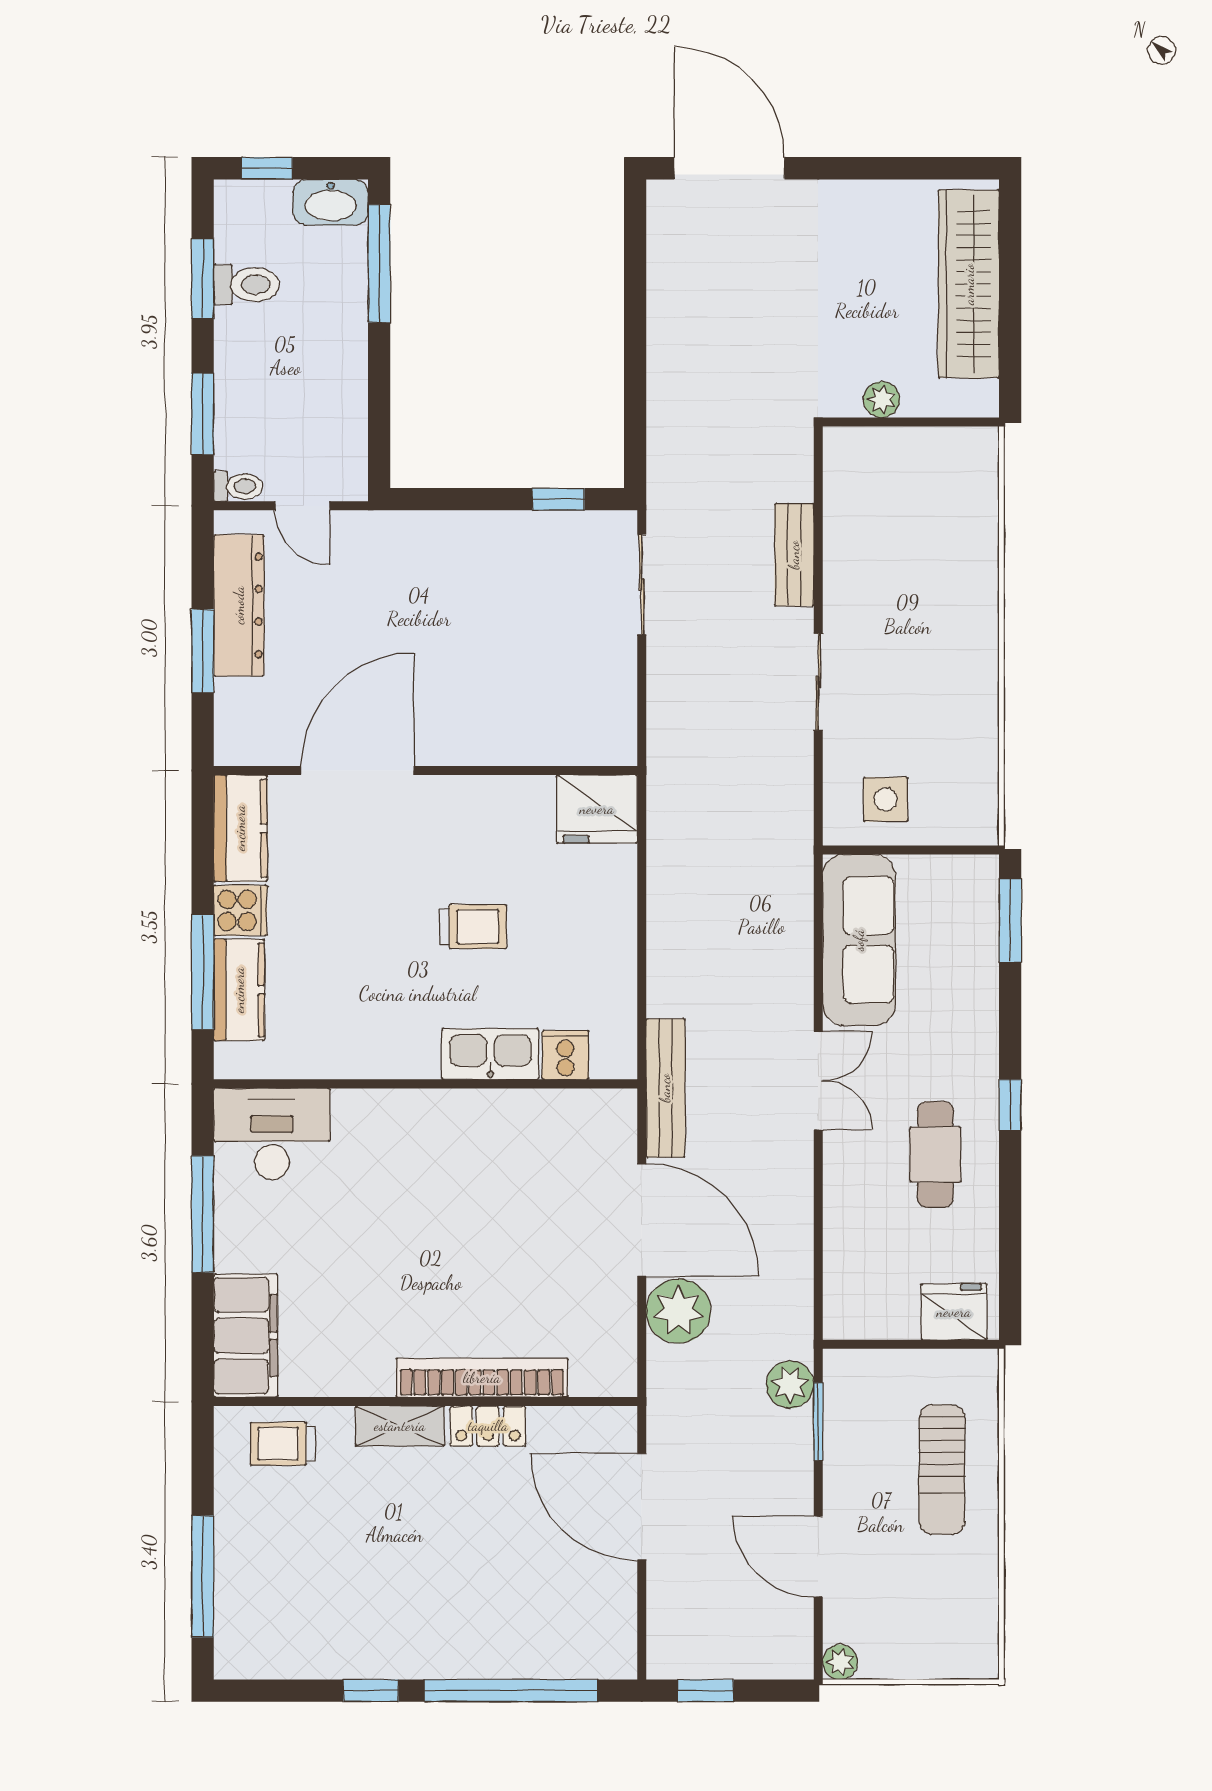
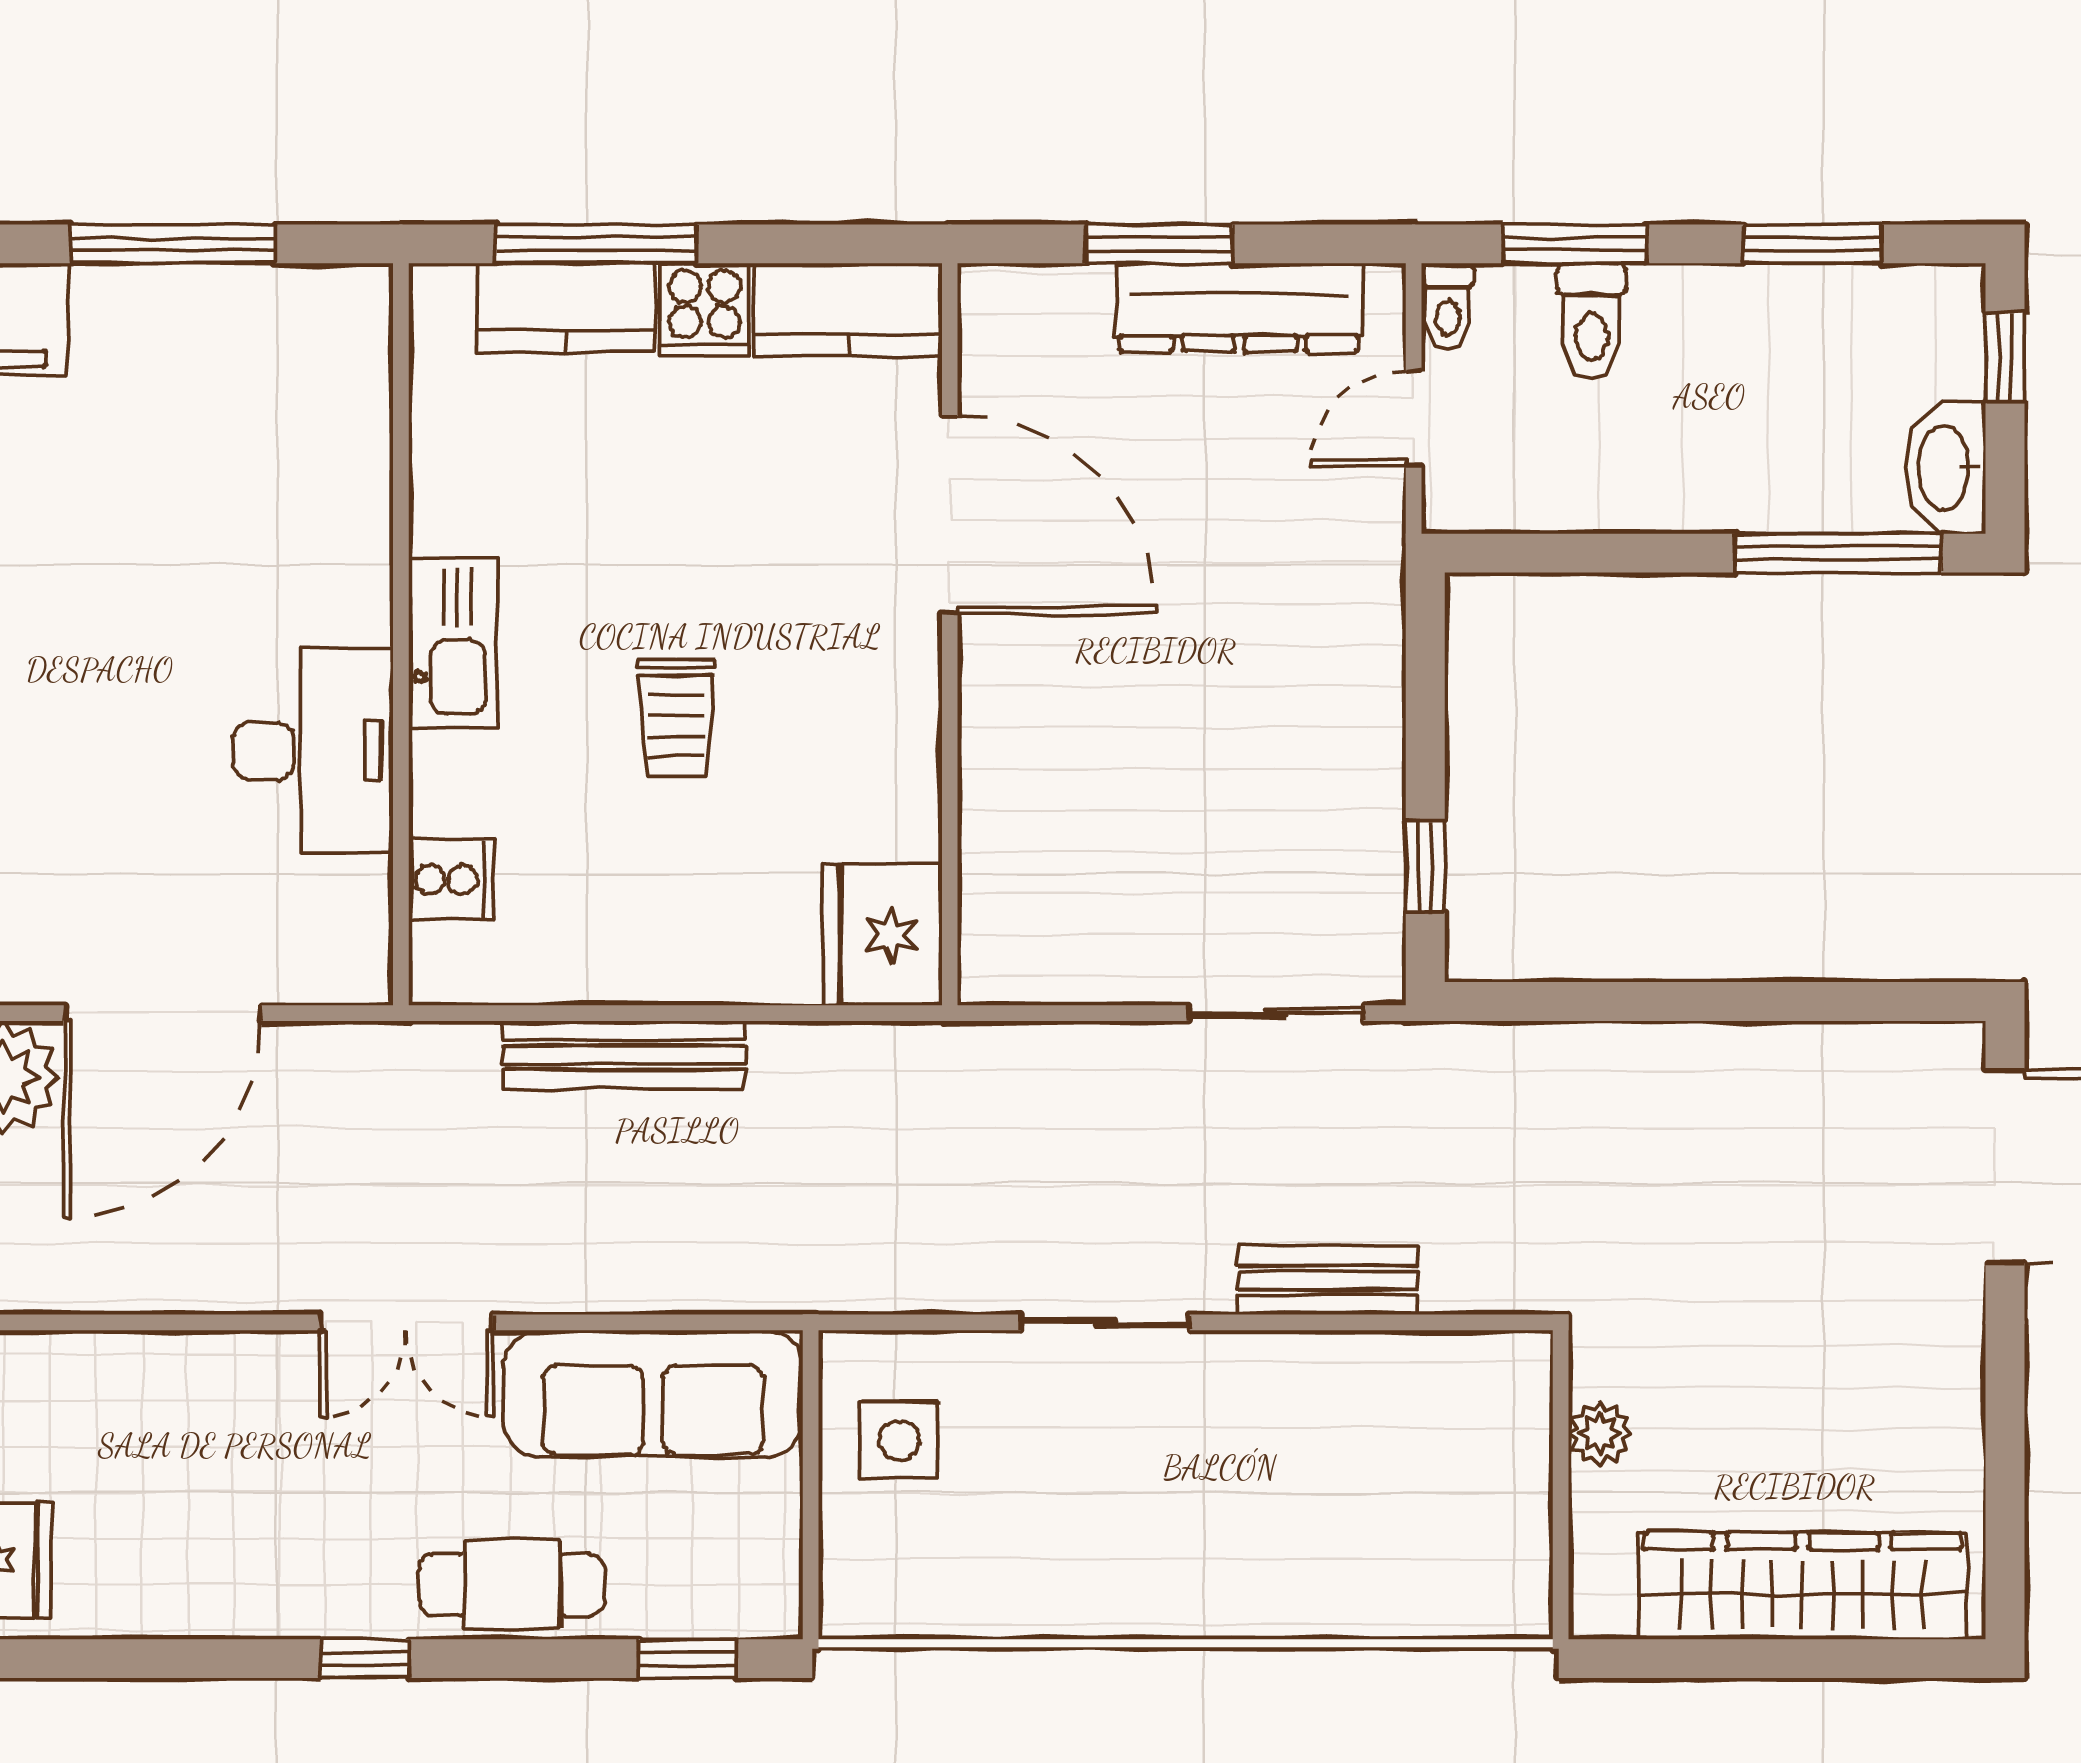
toilet: (247, 285) -> (1592, 321), moved
window: (1010, 920) -> (687, 1659), width x0.67
kitchen sink: (490, 1054) -> (453, 643), moved
bench: (665, 1088) -> (624, 1055), moved
desk: (272, 1134) -> (313, 751), moved
cafe table: (935, 1154) -> (512, 1585), moved

